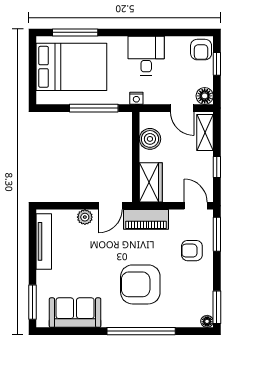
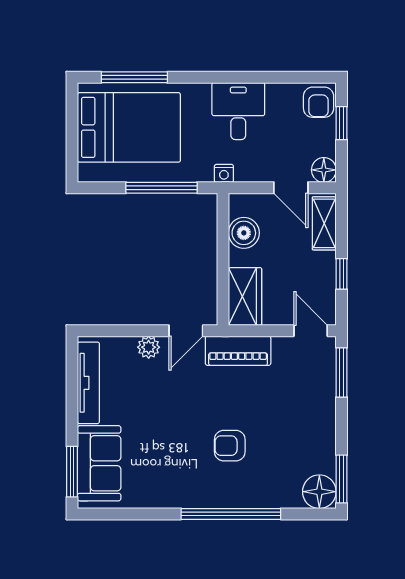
armchair: (192, 251) -> (305, 396), removed
armchair: (140, 284) -> (230, 446), width x0.53, depth x0.53
sofa: (75, 313) -> (99, 463), moved, turned 90
floor lamp: (207, 321) -> (319, 492), width x1.89, depth x1.89

